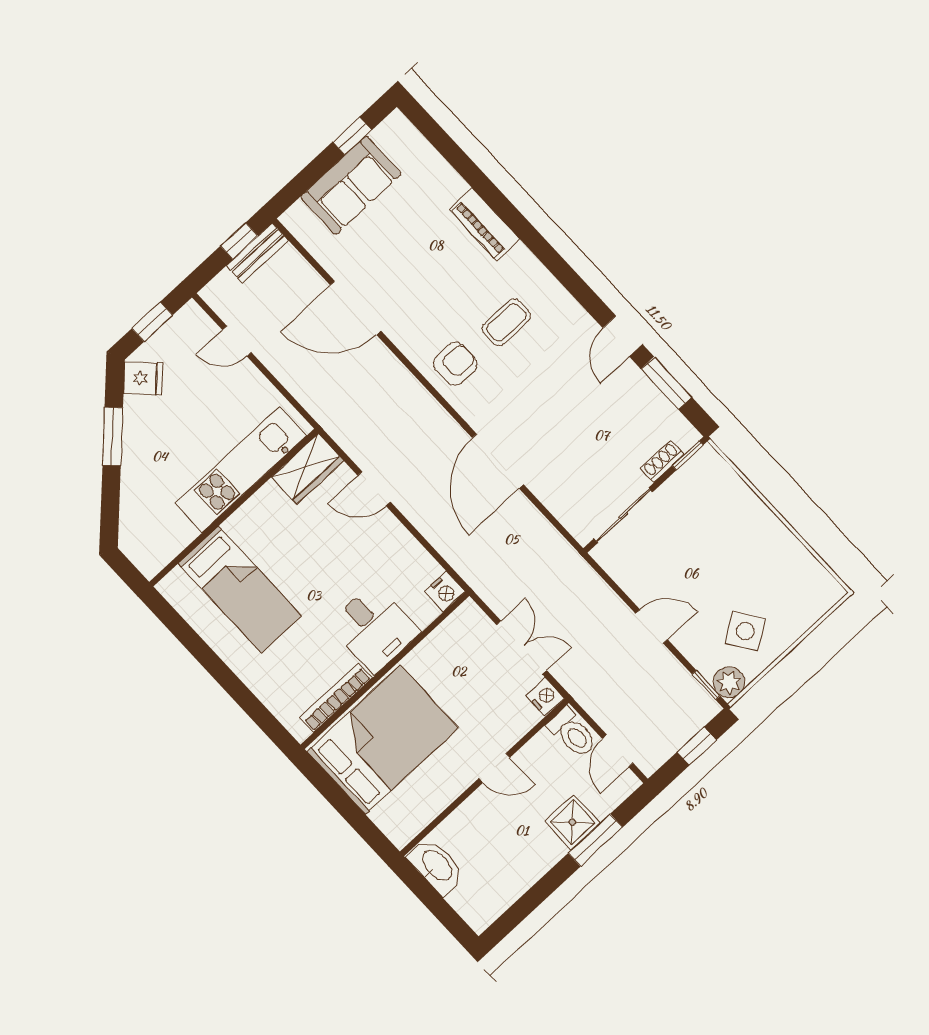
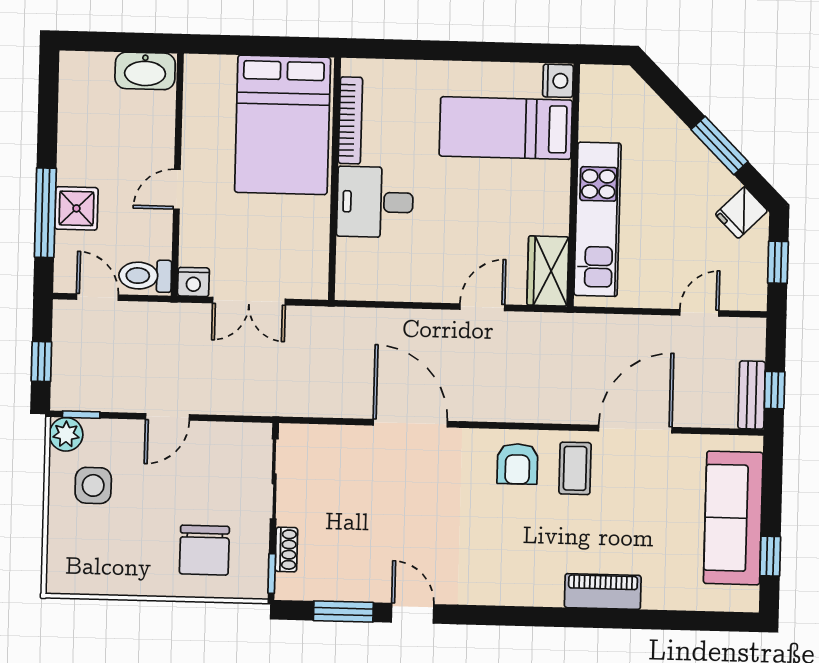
sofa: (351, 185) -> (733, 518), width x1.36
coffee table: (506, 322) -> (575, 468), moved
chair: (716, 515) -> (204, 550), added
nightstand: (445, 592) -> (558, 81), moved, turned 180
side table: (745, 631) -> (93, 485), turned 34
window: (595, 840) -> (45, 213), width x1.44

